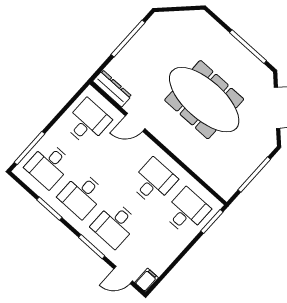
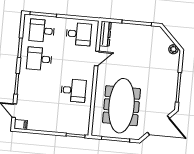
plant: (196, 17) -> (173, 49), added
meeting table: (204, 100) -> (121, 106), moved
door: (135, 122) -> (97, 58), swing flipped
desk: (186, 211) -> (71, 119), removed
desk: (115, 225) -> (37, 87), removed

